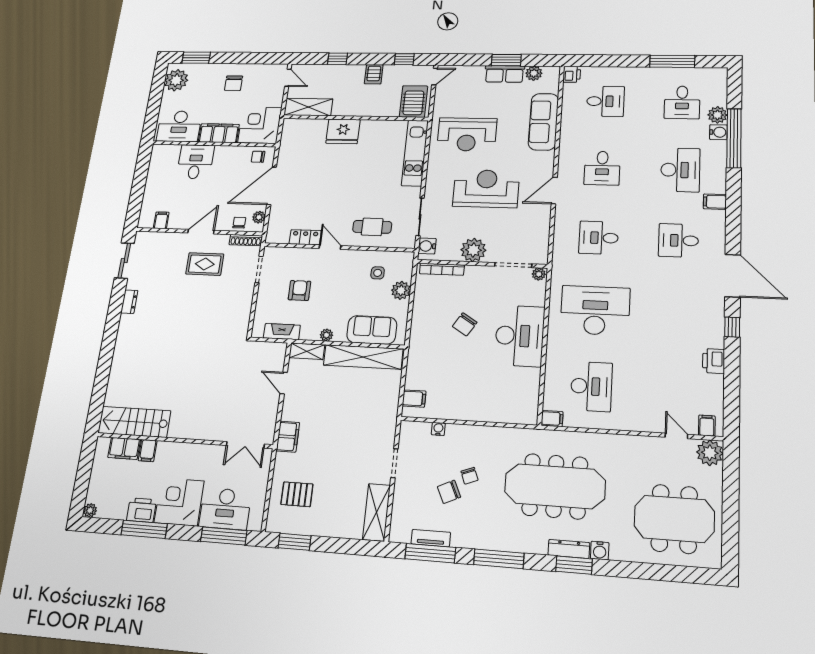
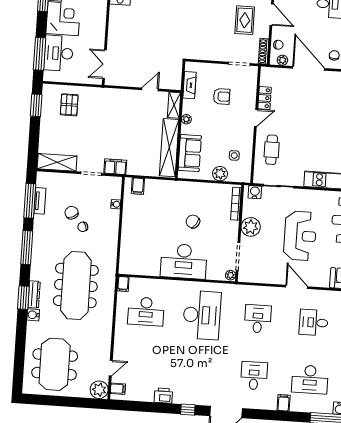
filing cabinet: (288, 437) -> (115, 167), moved, turned 180

